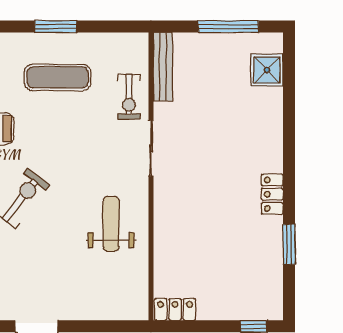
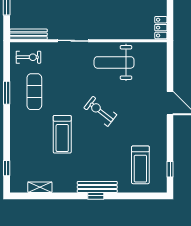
exercise bike: (129, 97) -> (28, 57), moved
weight bench: (111, 224) -> (114, 62), width x1.36, depth x1.33

